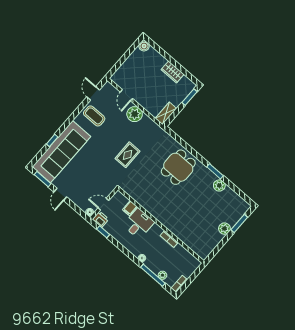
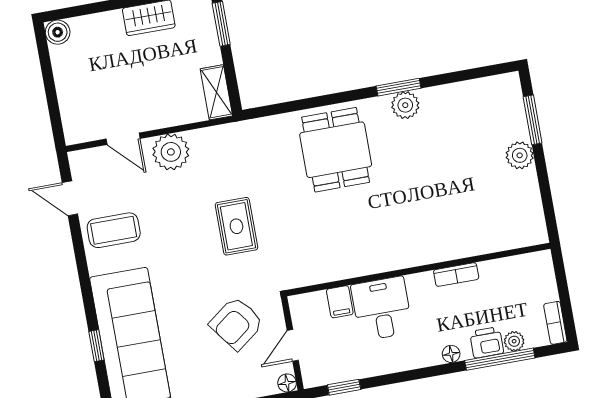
armchair: (96, 180) -> (236, 323), added
plant: (219, 185) -> (405, 105), moved
printer: (101, 219) -> (487, 342), moved

